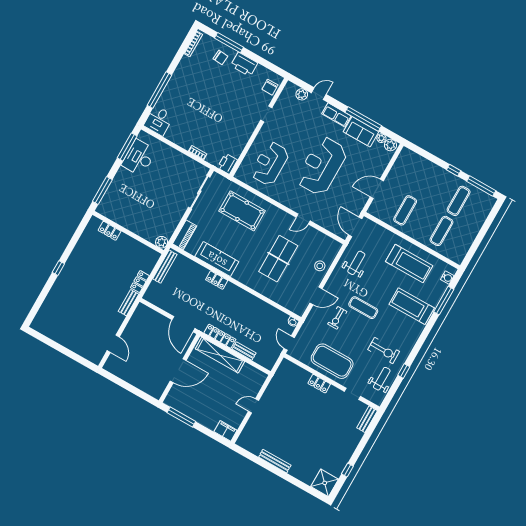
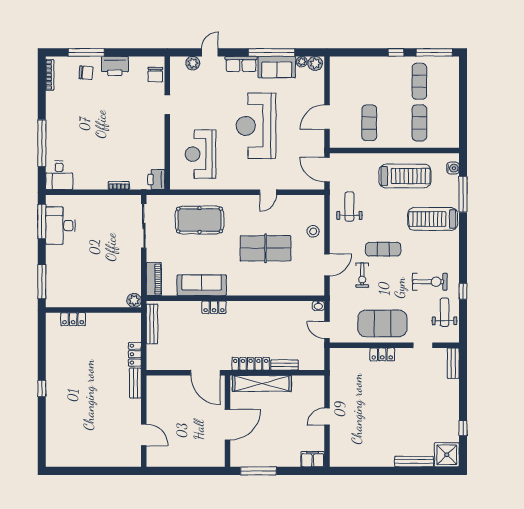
table tennis table: (278, 259) -> (266, 248), turned 90
bench: (275, 461) -> (414, 462), moved

